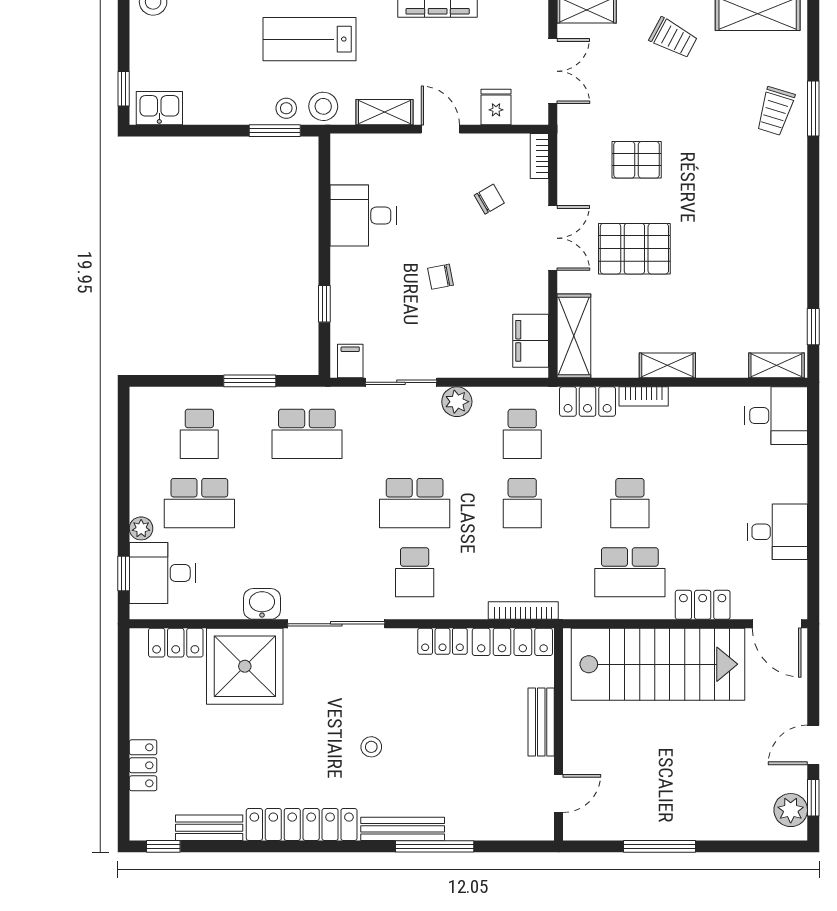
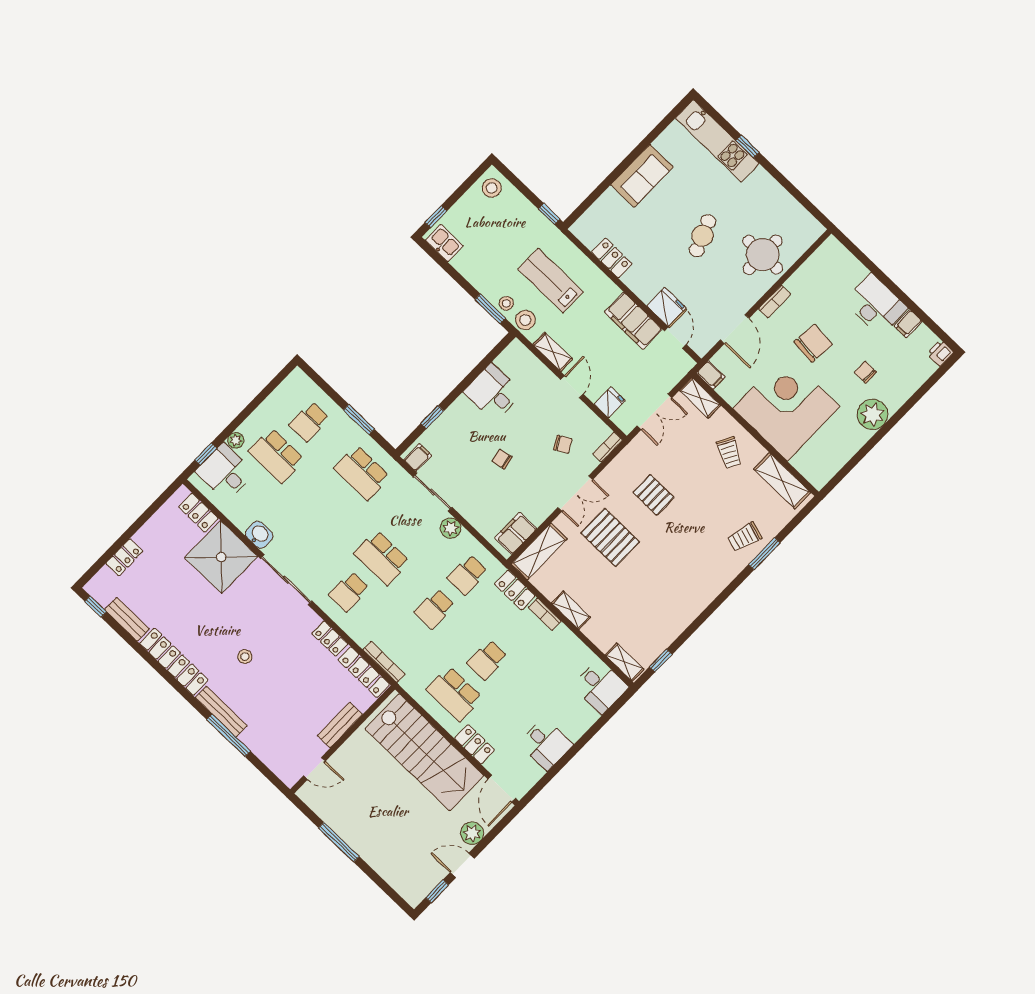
plant: (791, 810) -> (472, 833), moved

